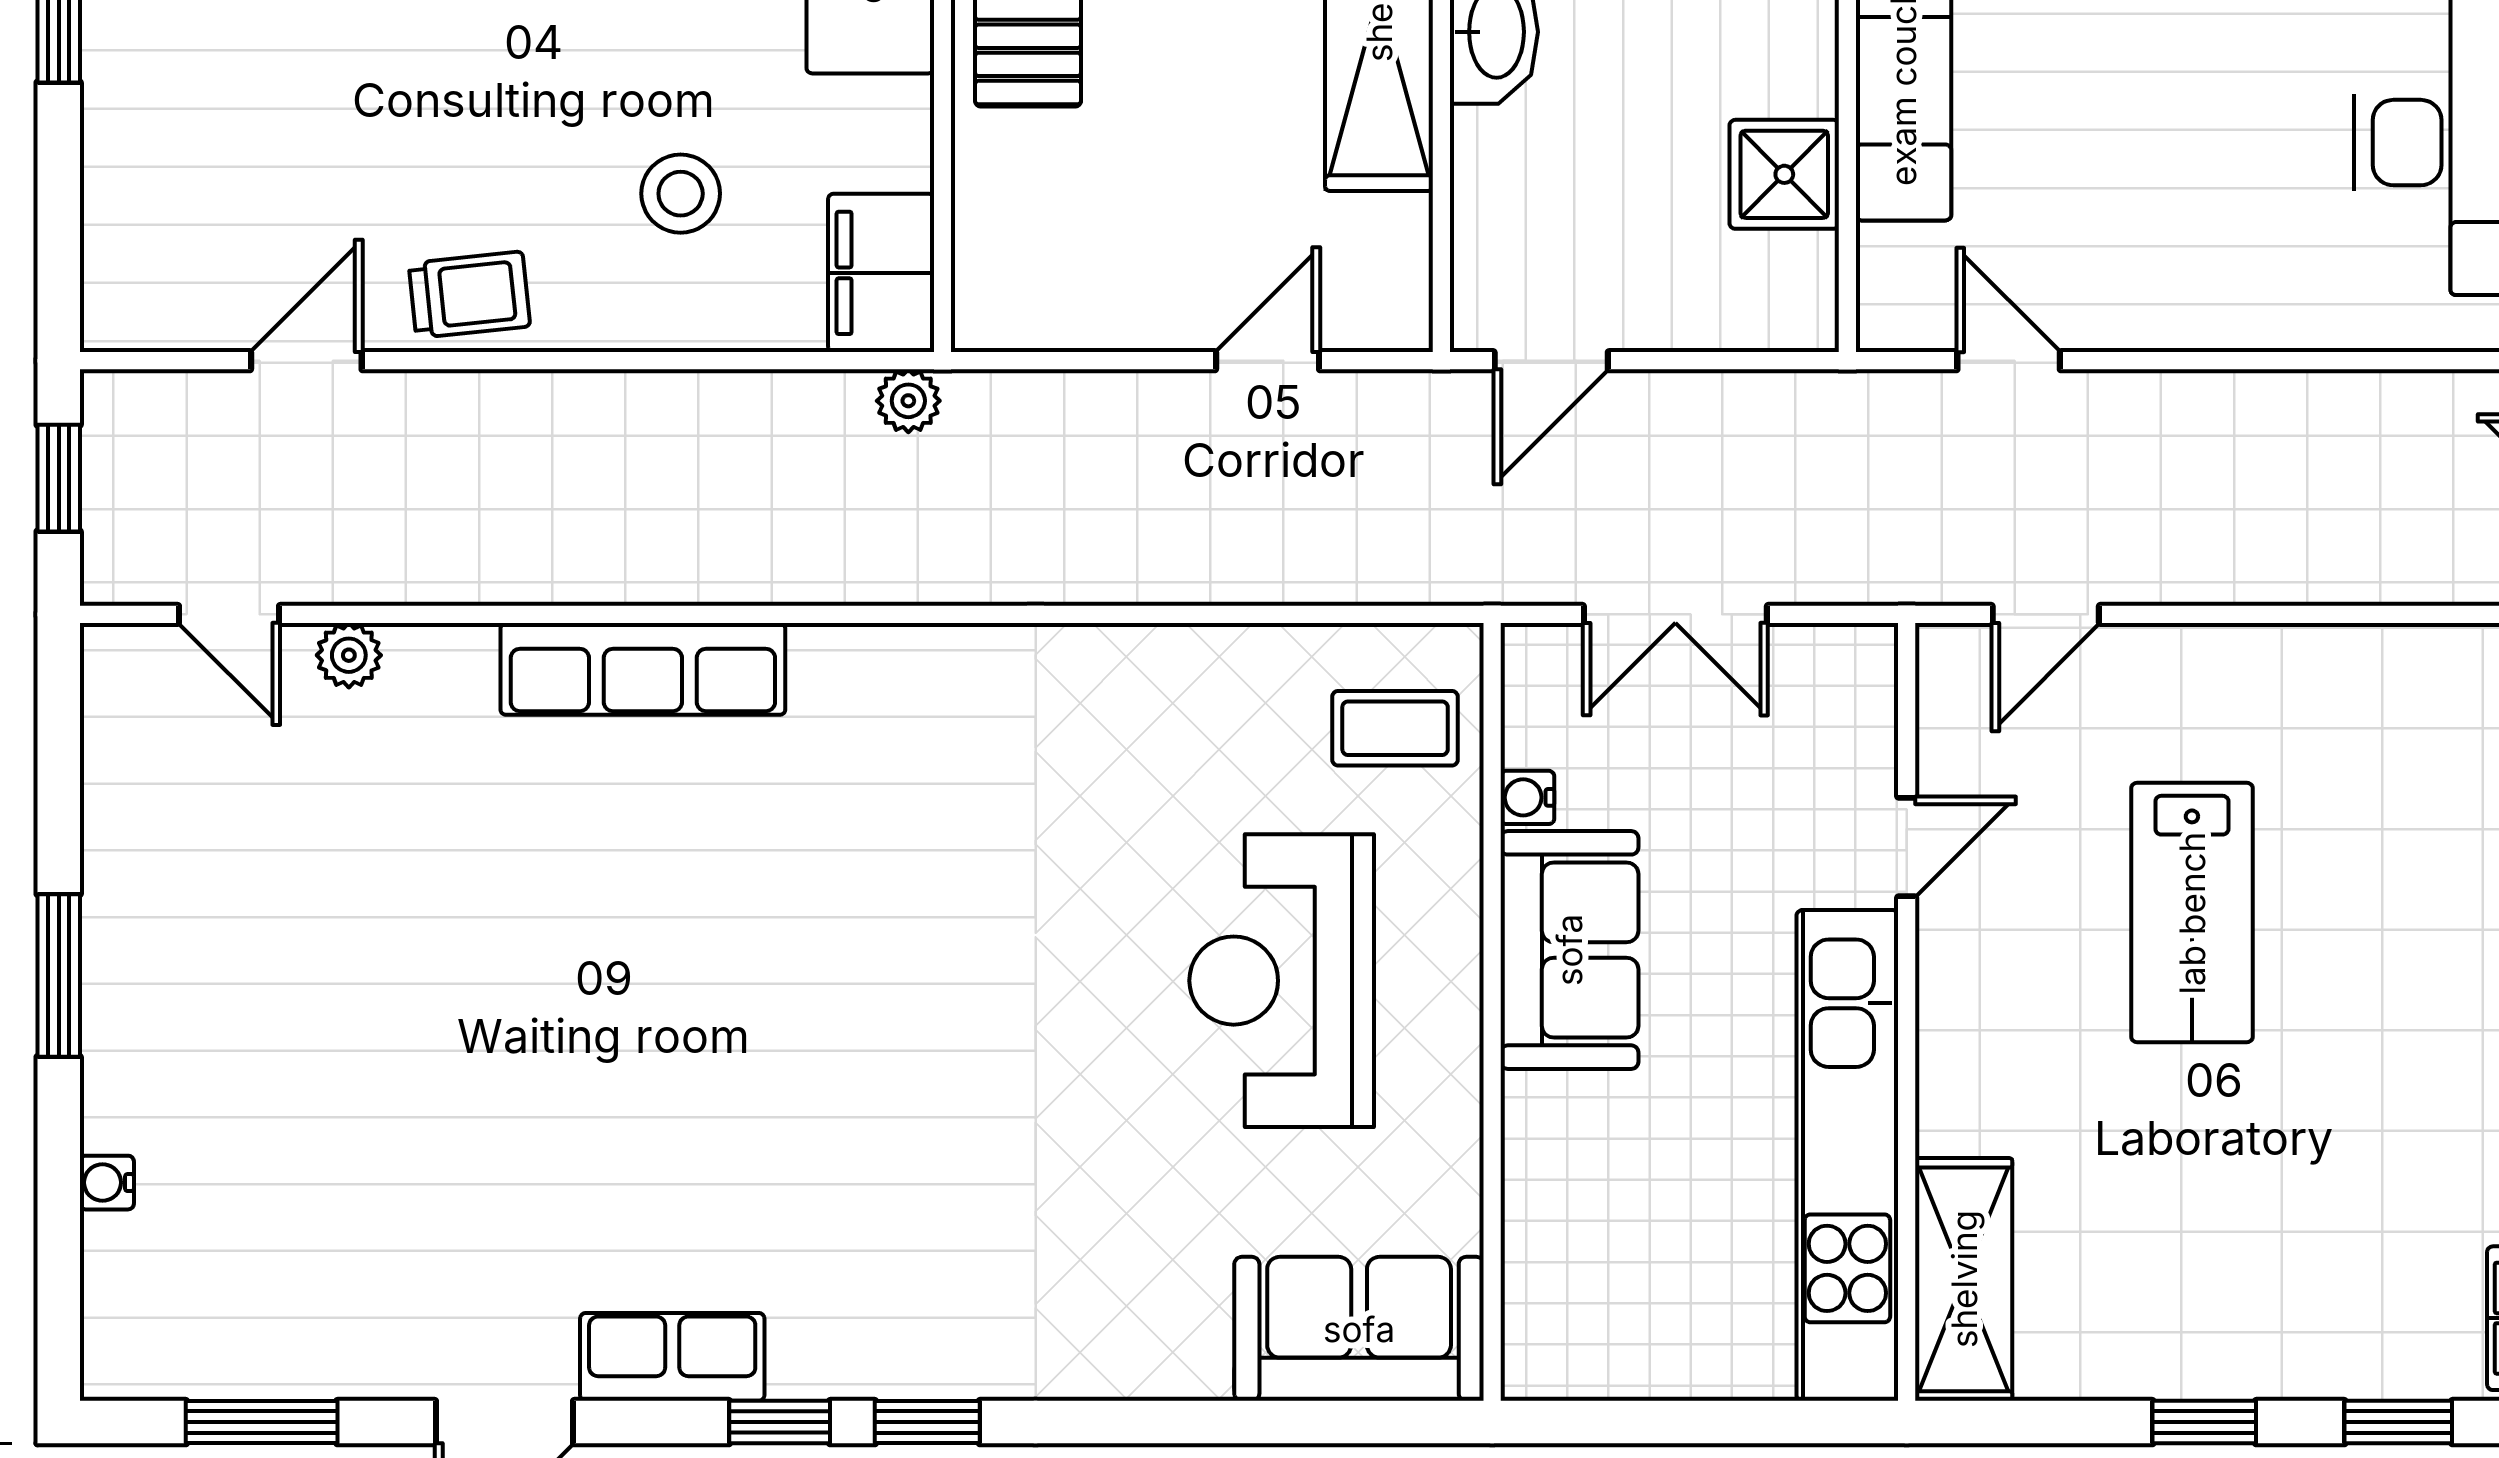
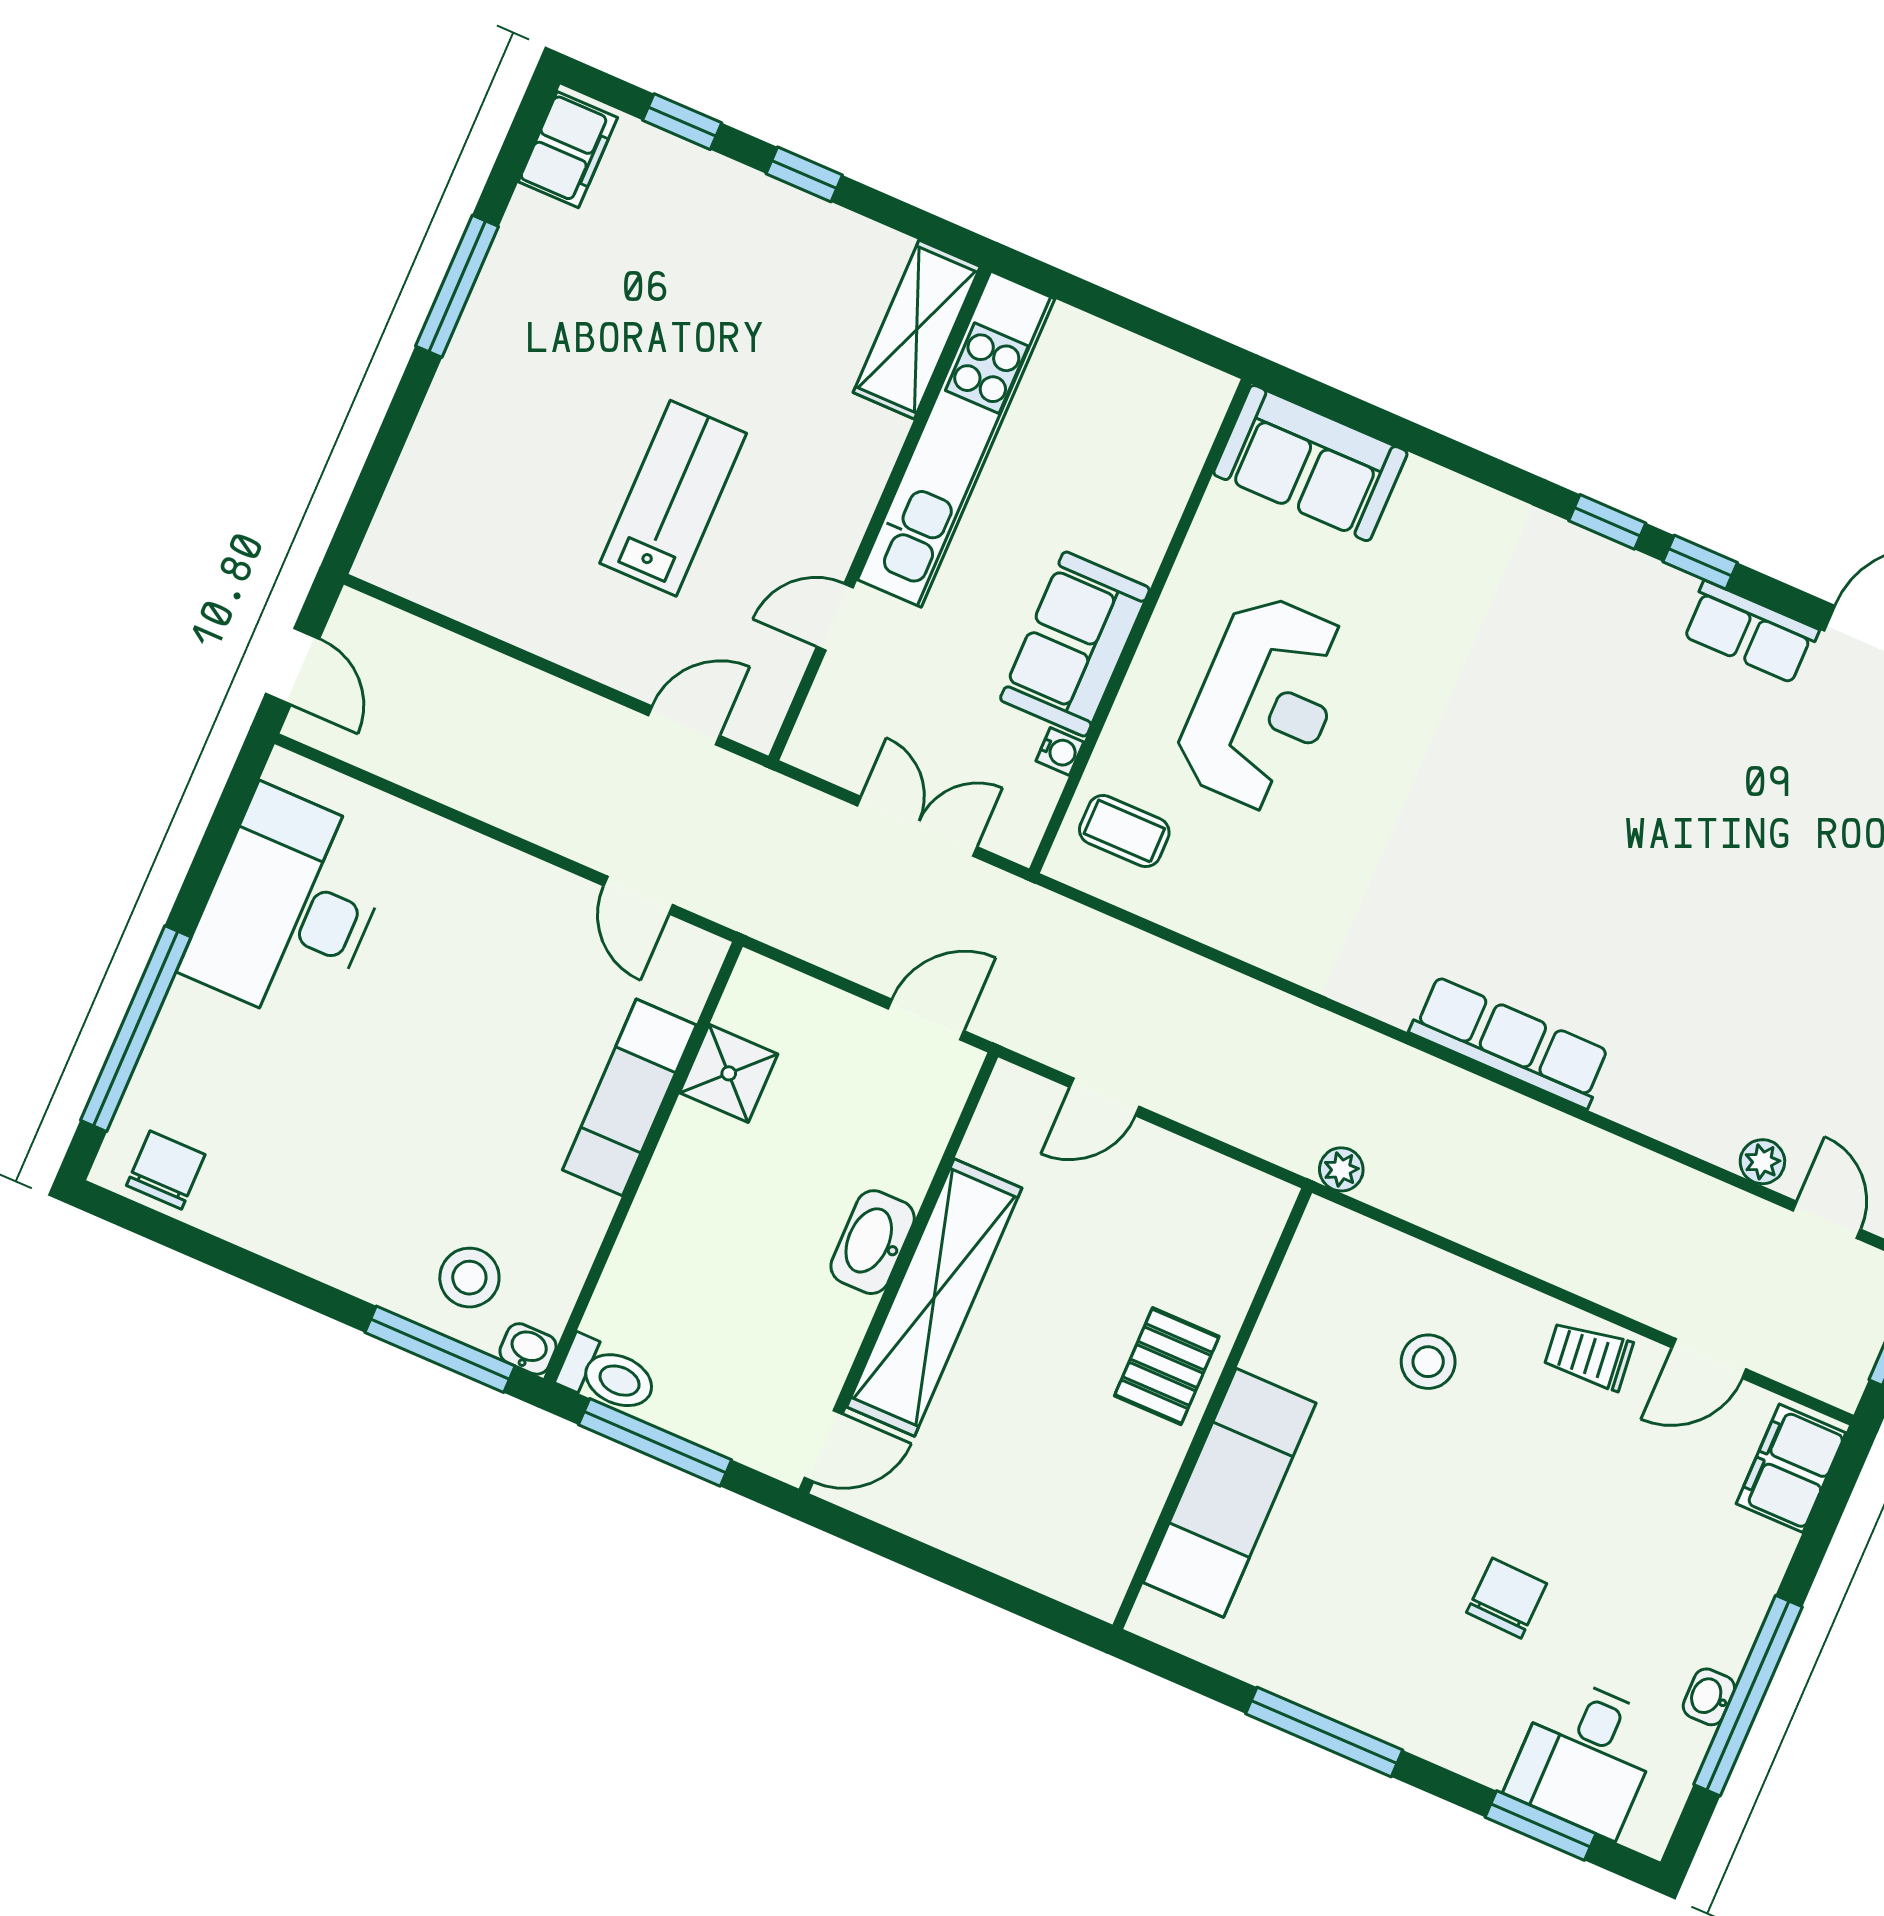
filing cabinet: (881, 273) -> (1791, 1468), moved, turned 180
row of seats: (643, 669) -> (1510, 1042), moved

